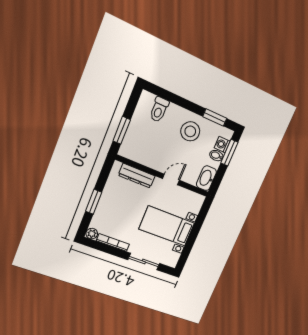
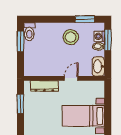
toilet: (159, 110) -> (29, 32), moved
window: (122, 130) -> (20, 41), moved
window: (94, 202) -> (20, 104), moved

